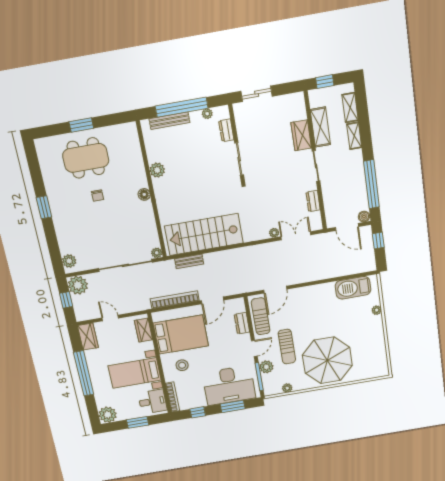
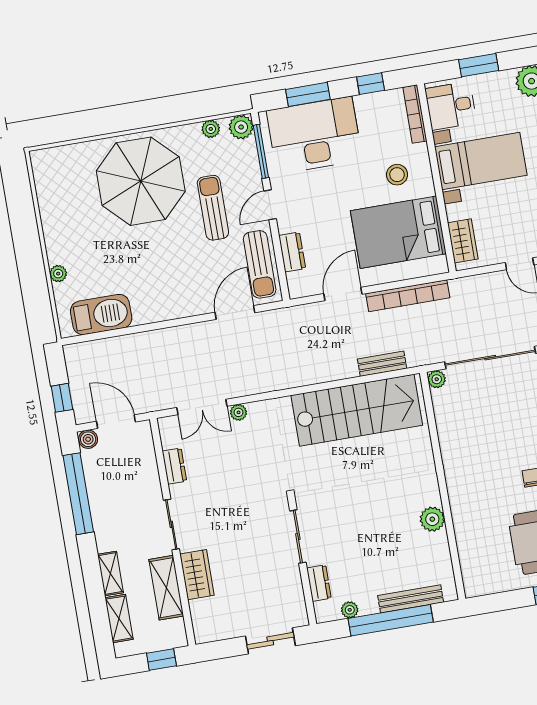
floor lamp: (144, 194) -> (455, 479), removed
plant: (266, 367) -> (241, 127), moved

